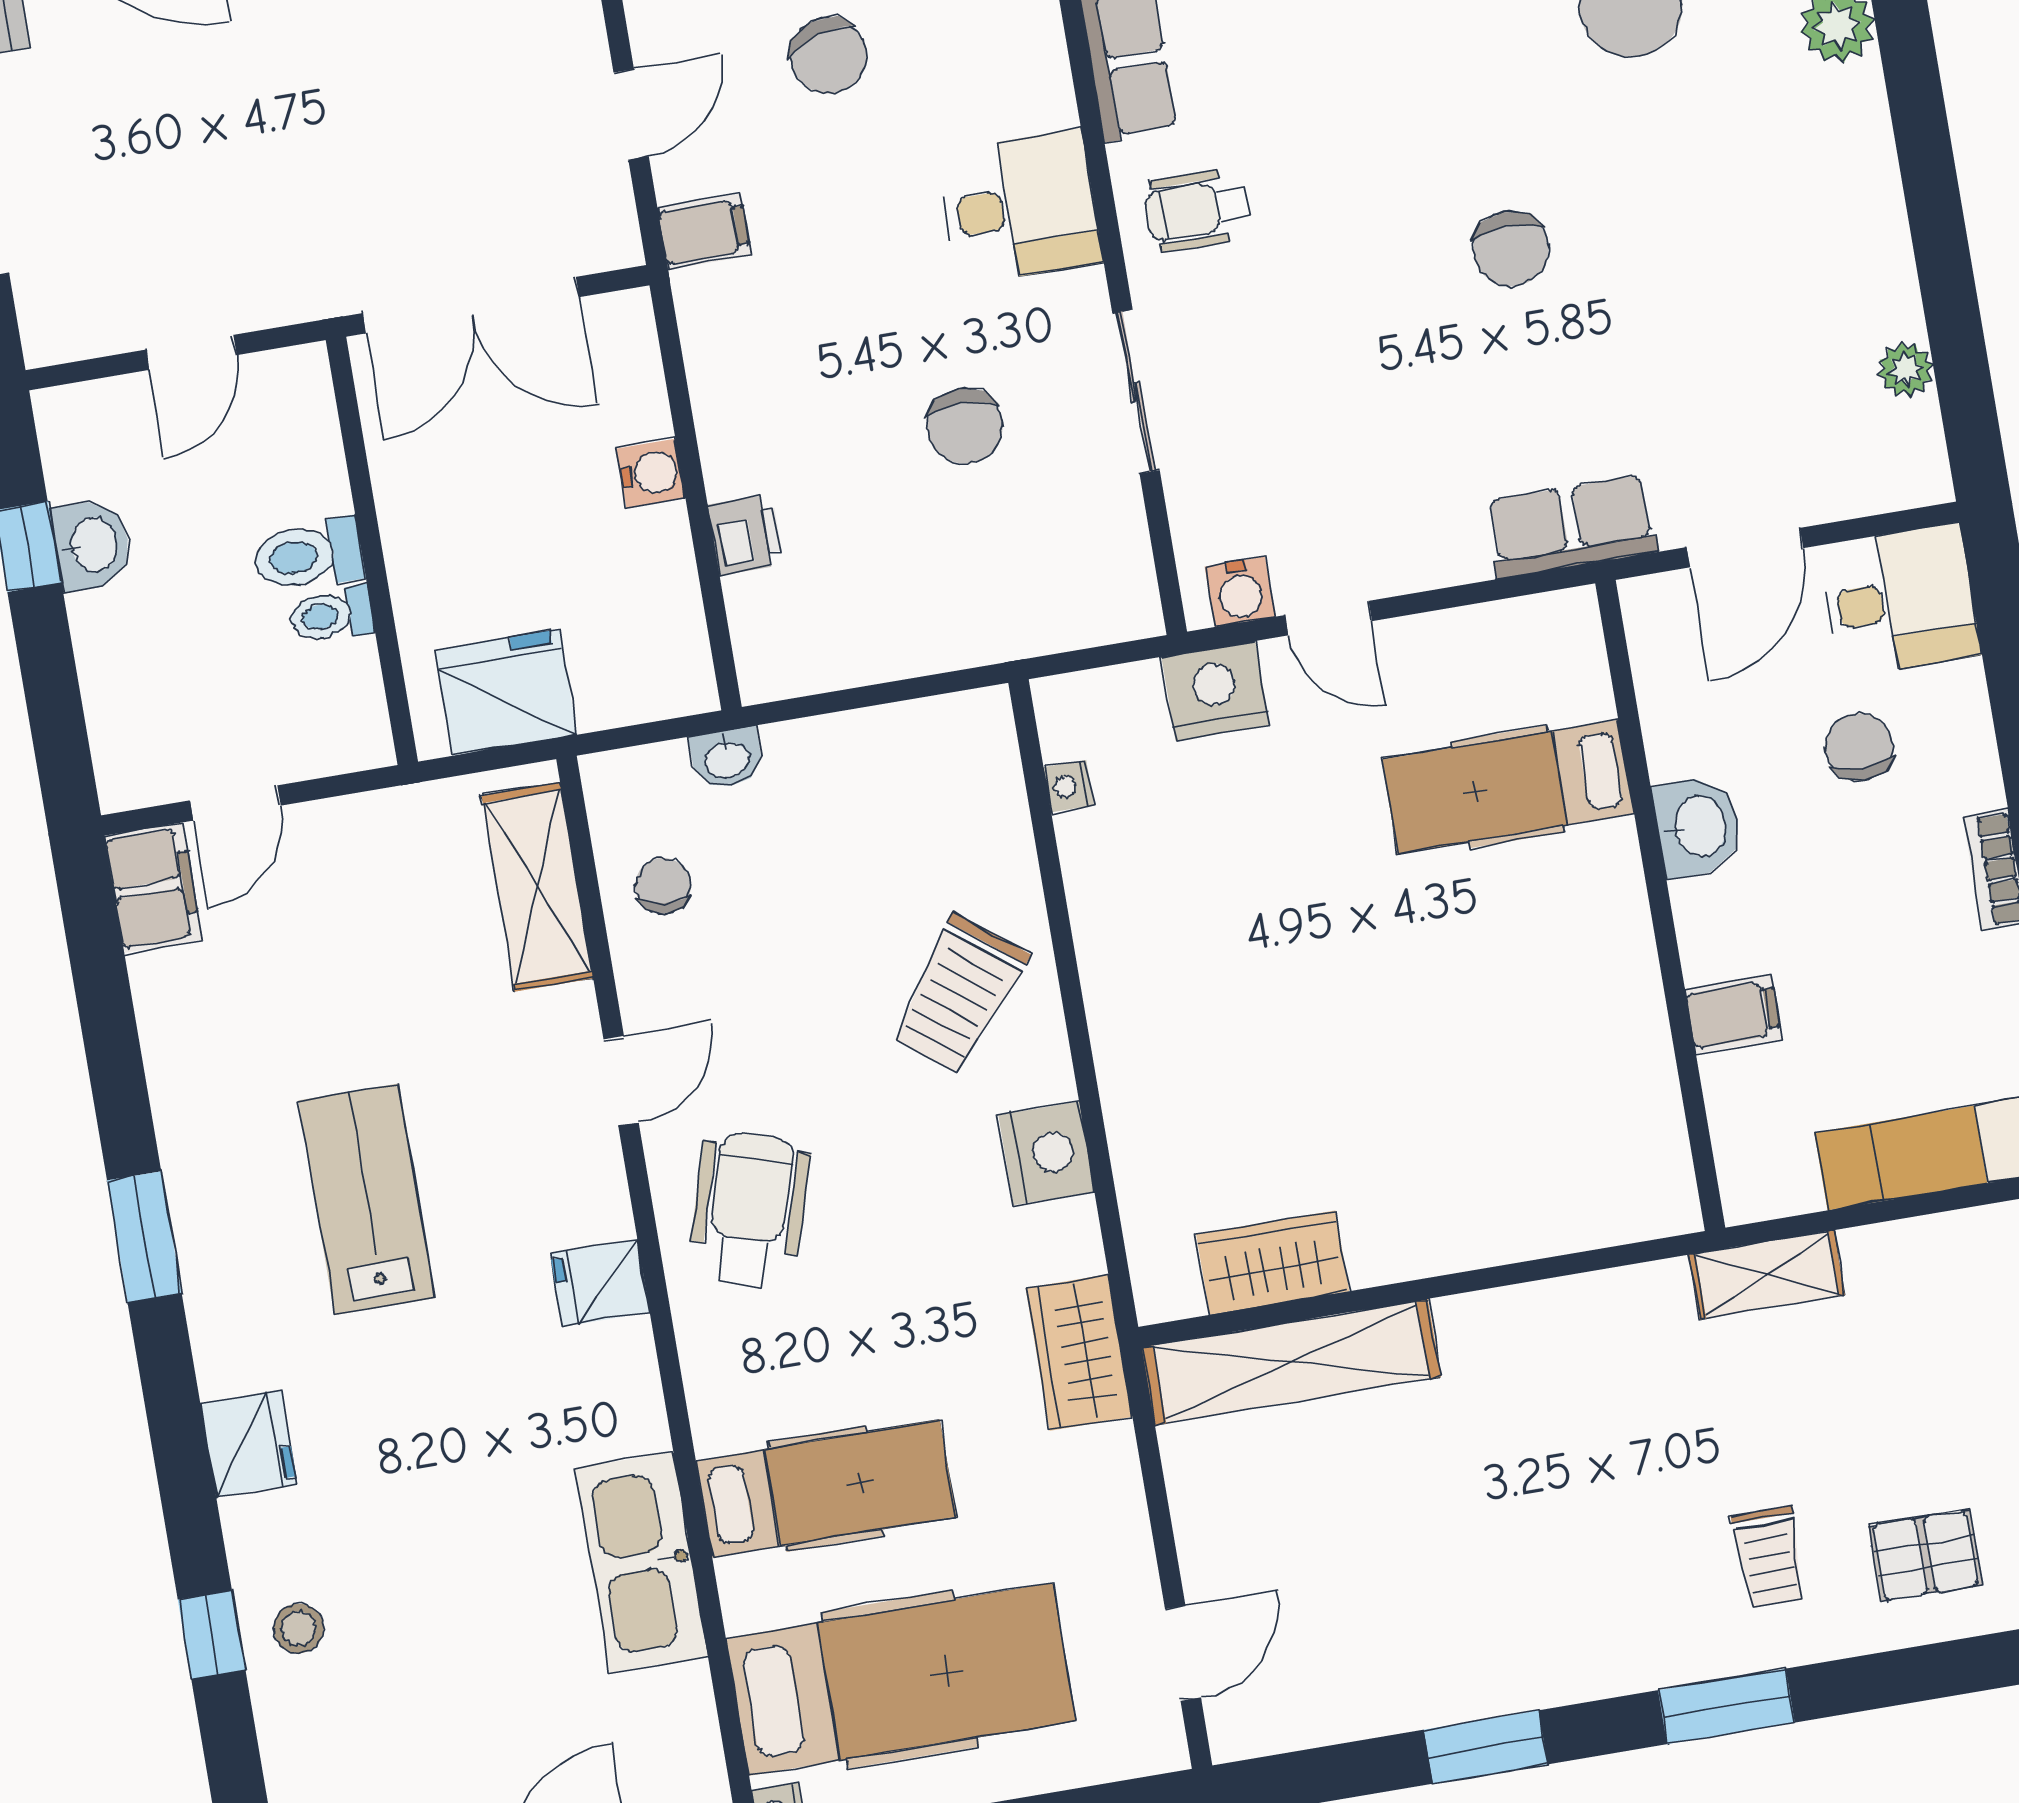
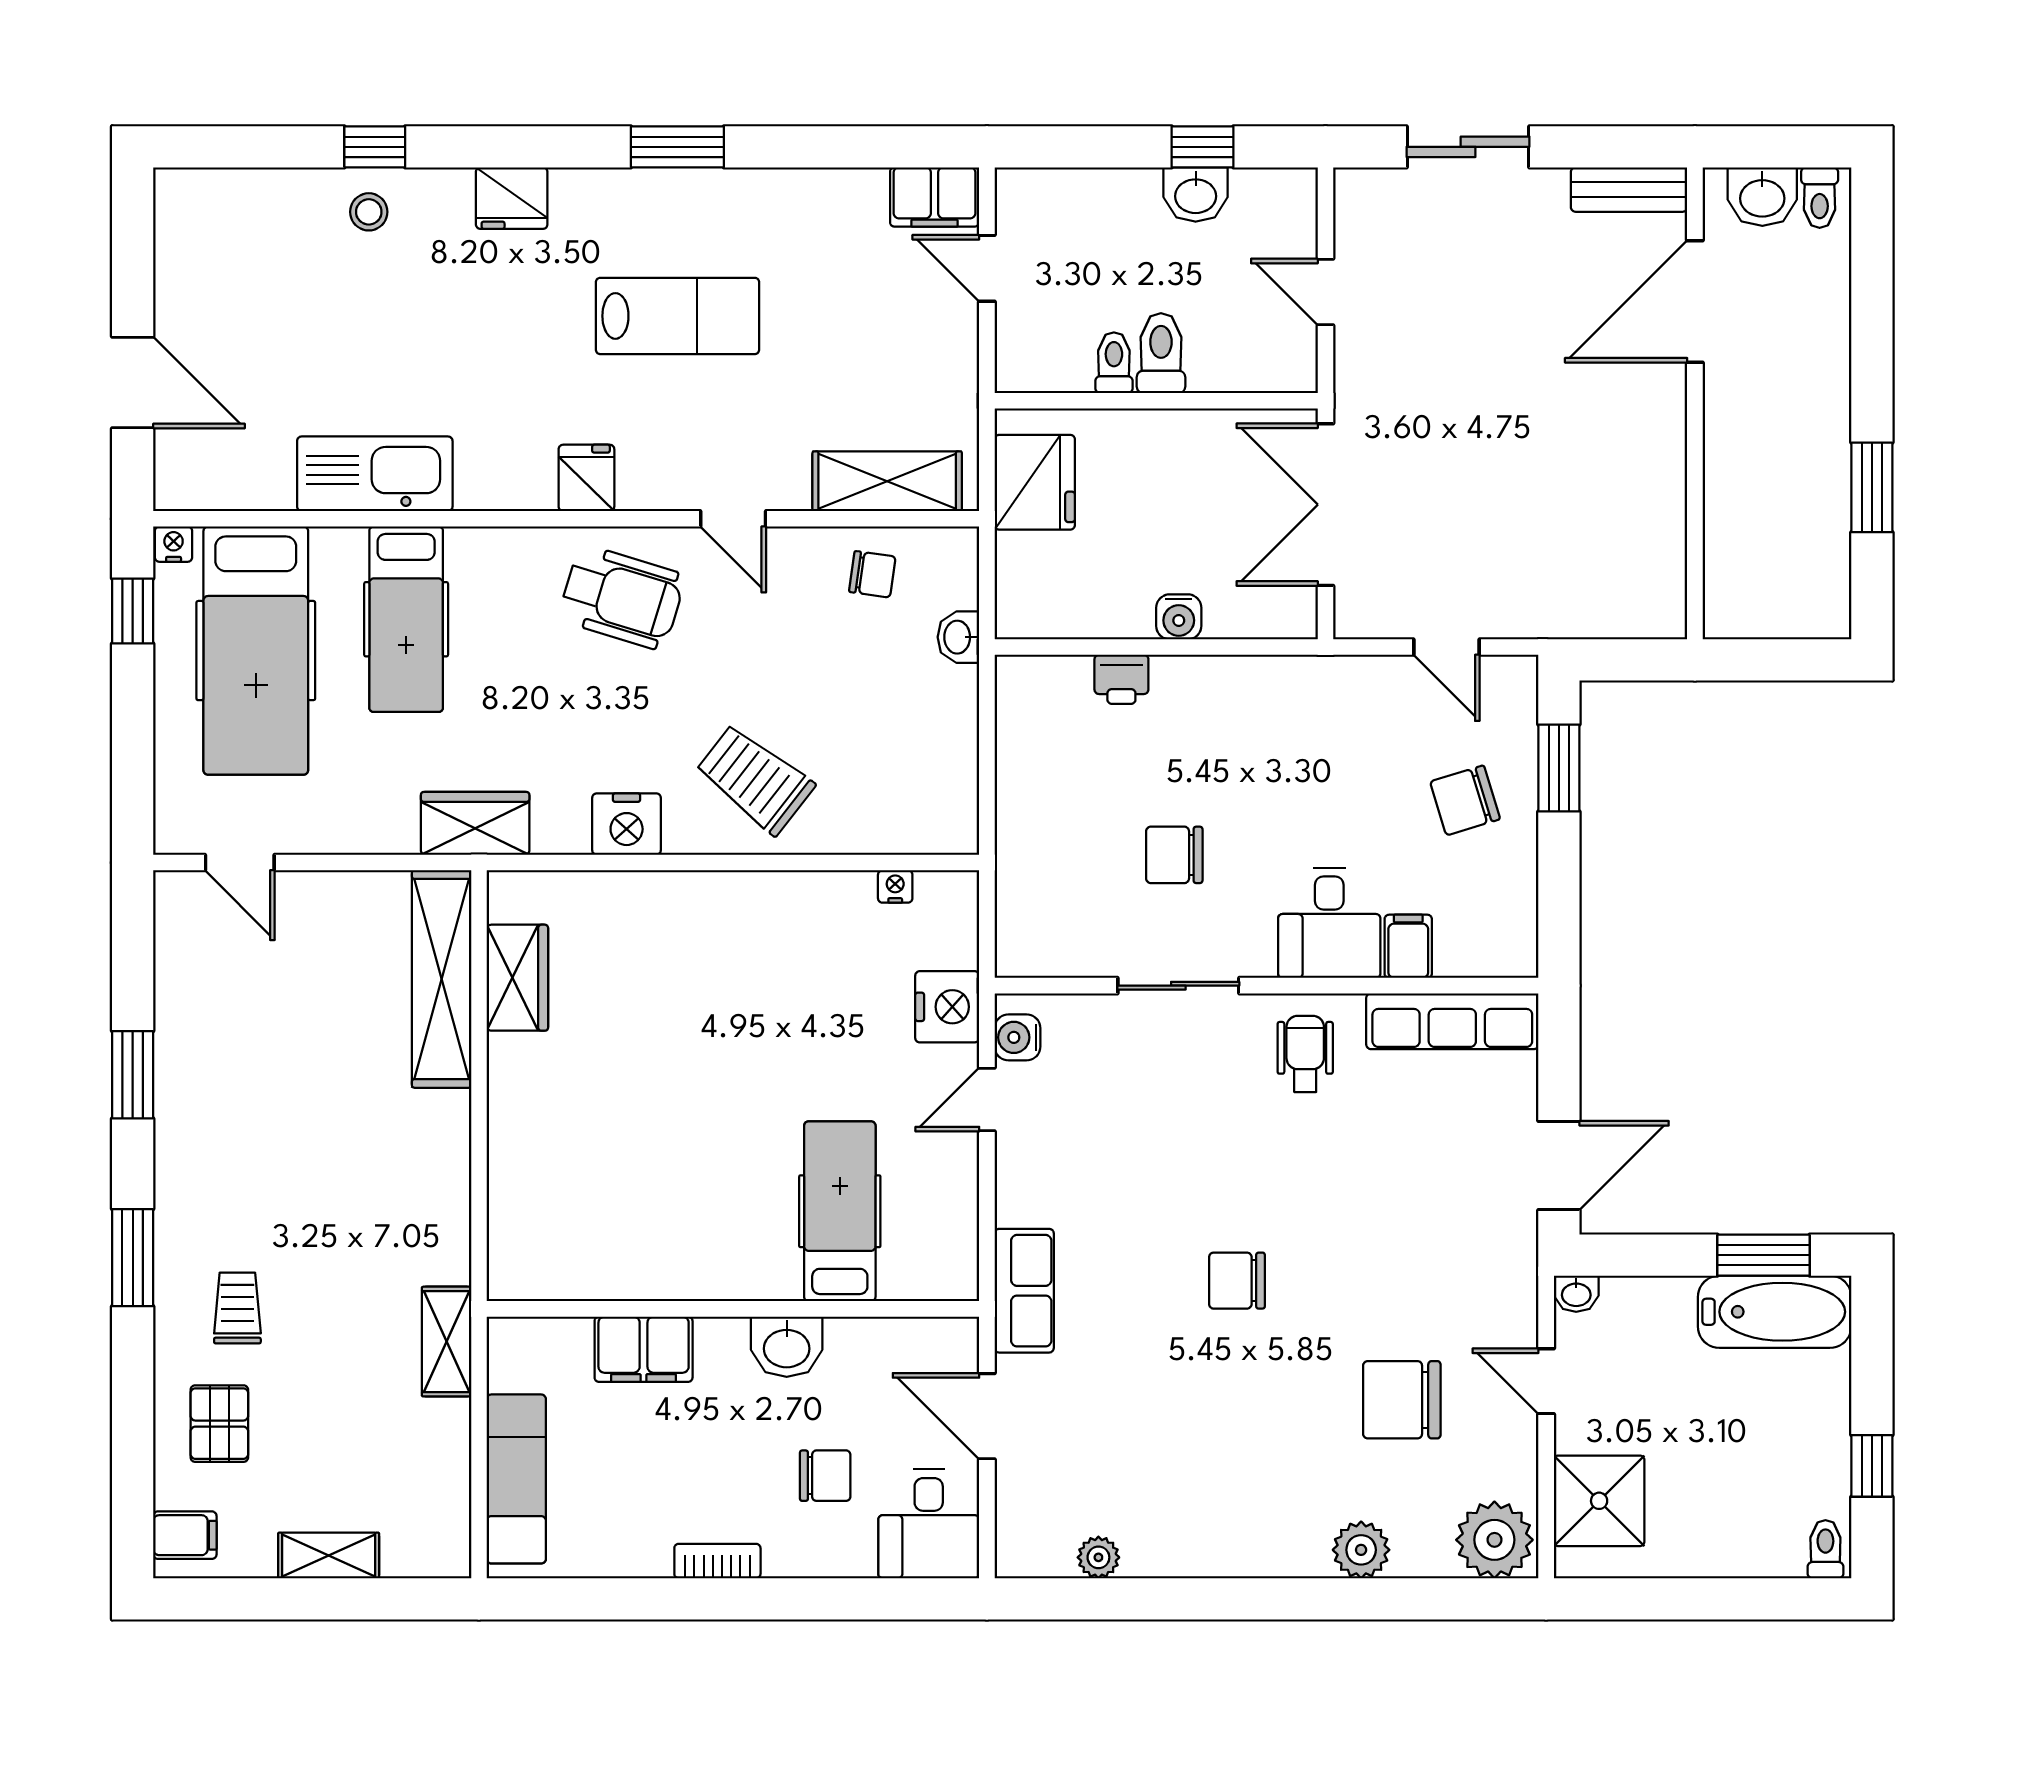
filing cabinet: (704, 232) -> (1408, 946), moved, turned 180
filing cabinet: (1733, 1014) -> (644, 1349), width x2.00
trolley: (1769, 1557) -> (237, 1308), turned 90

